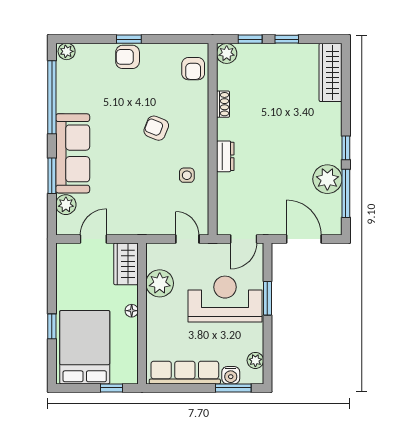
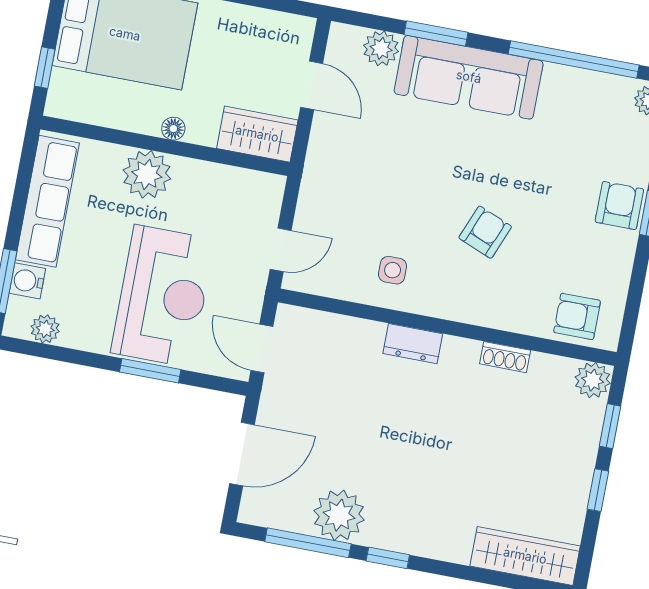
plant: (160, 283) -> (147, 174), moved

